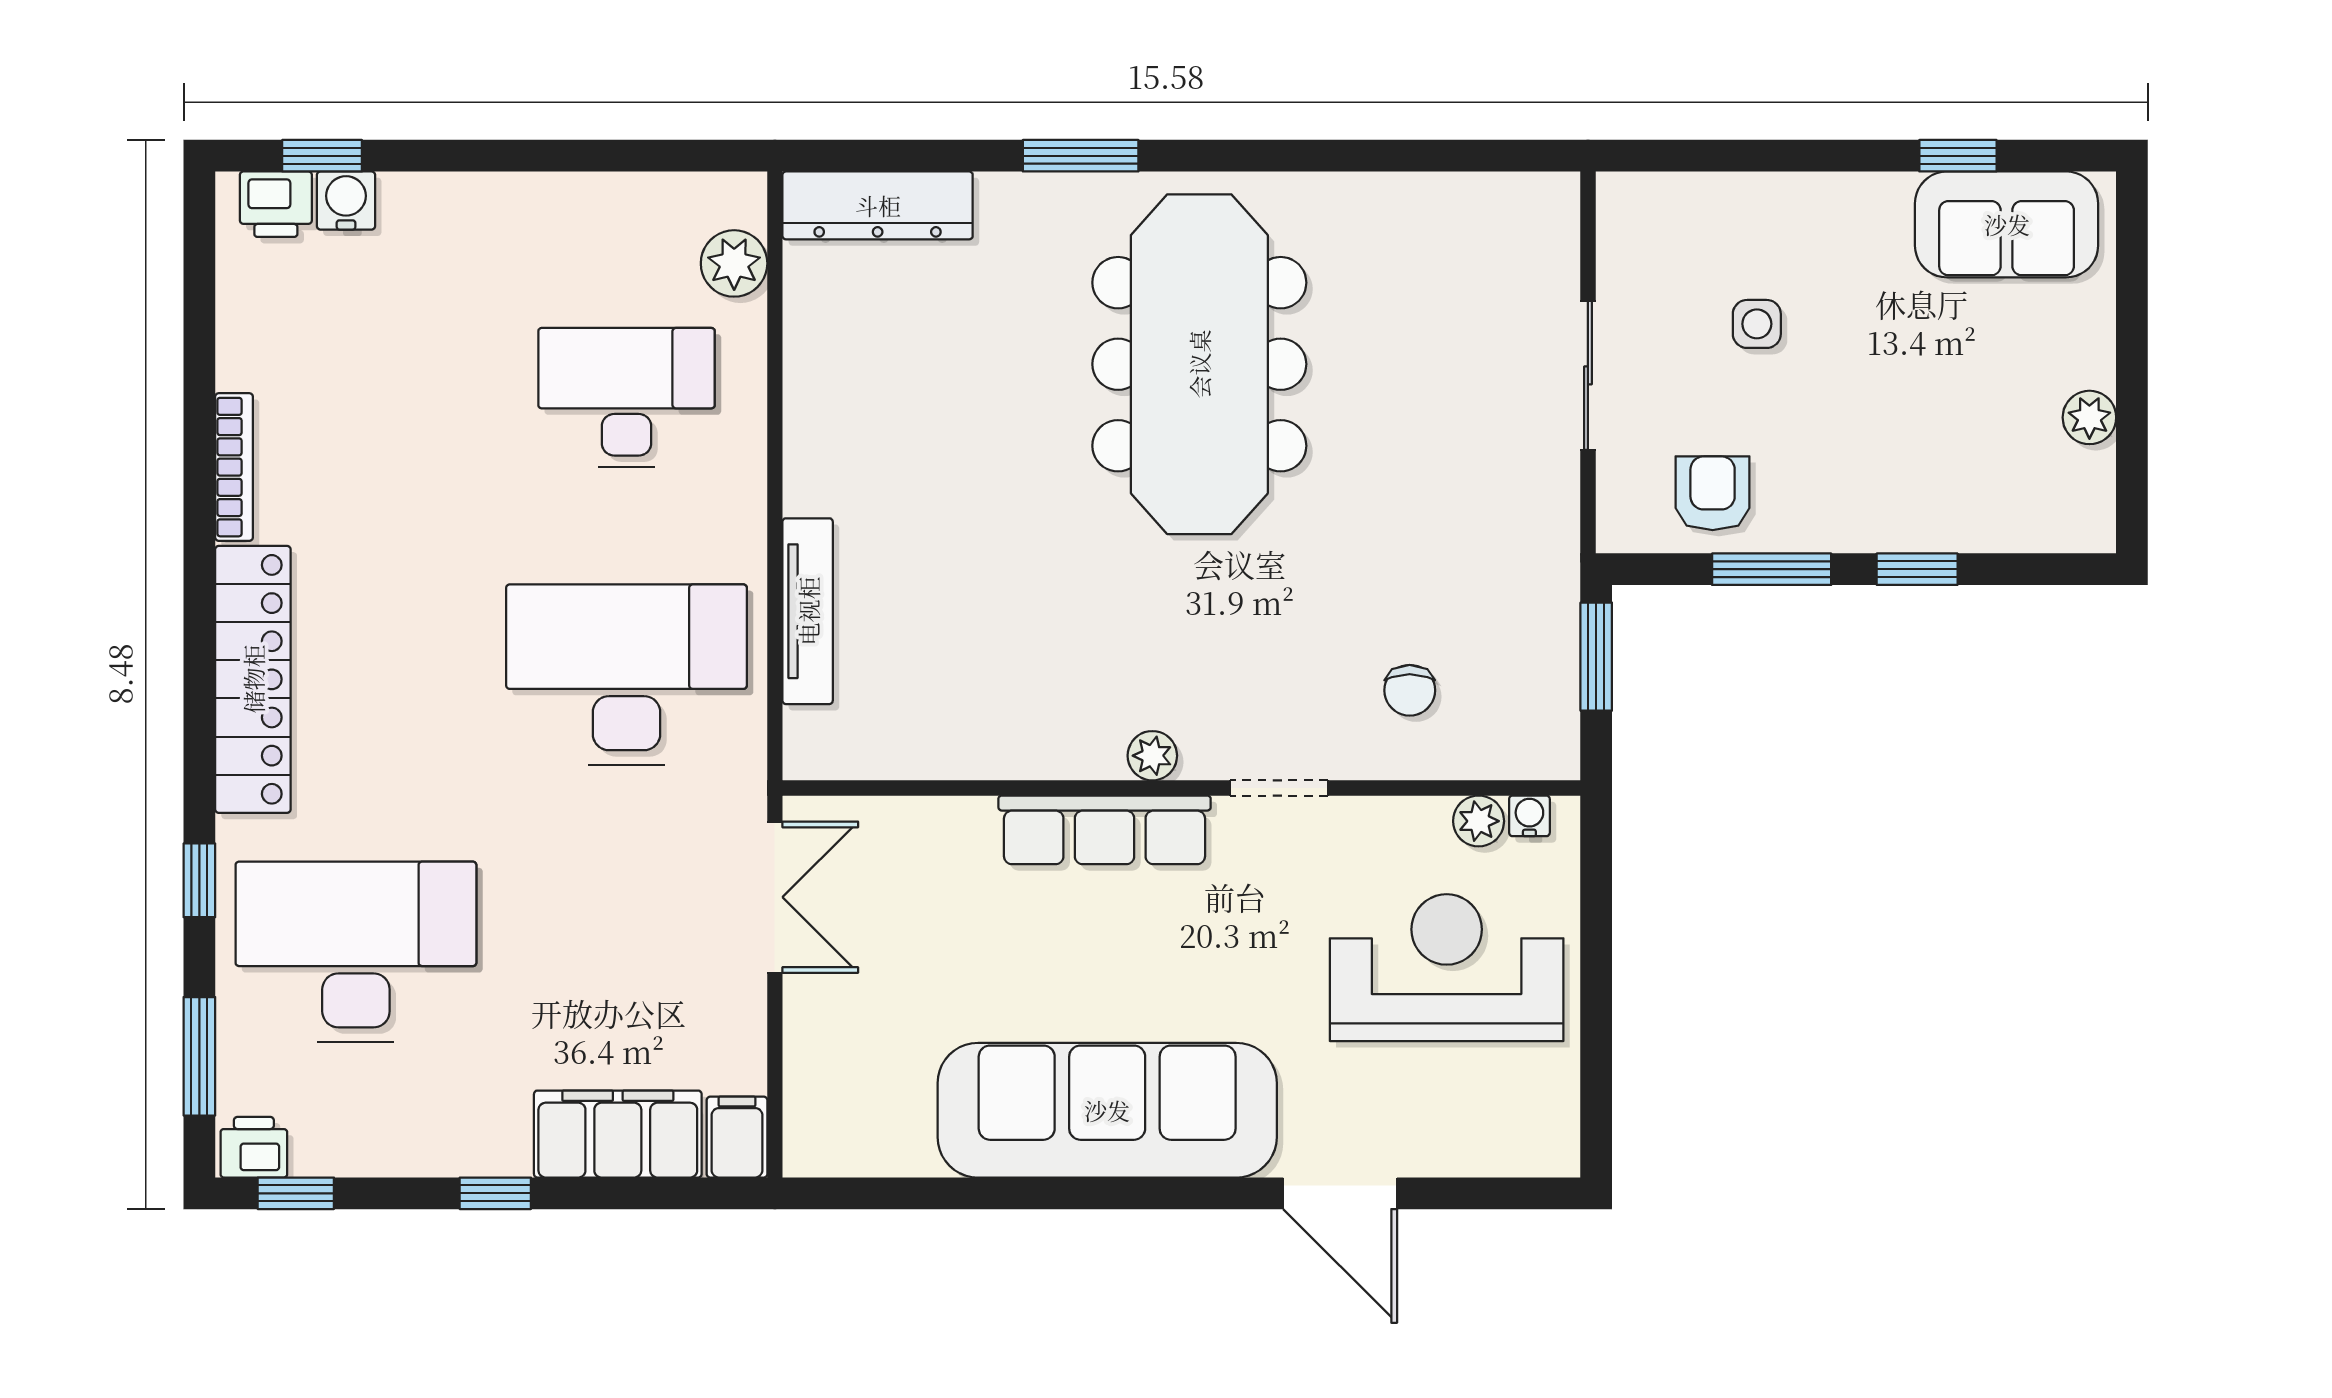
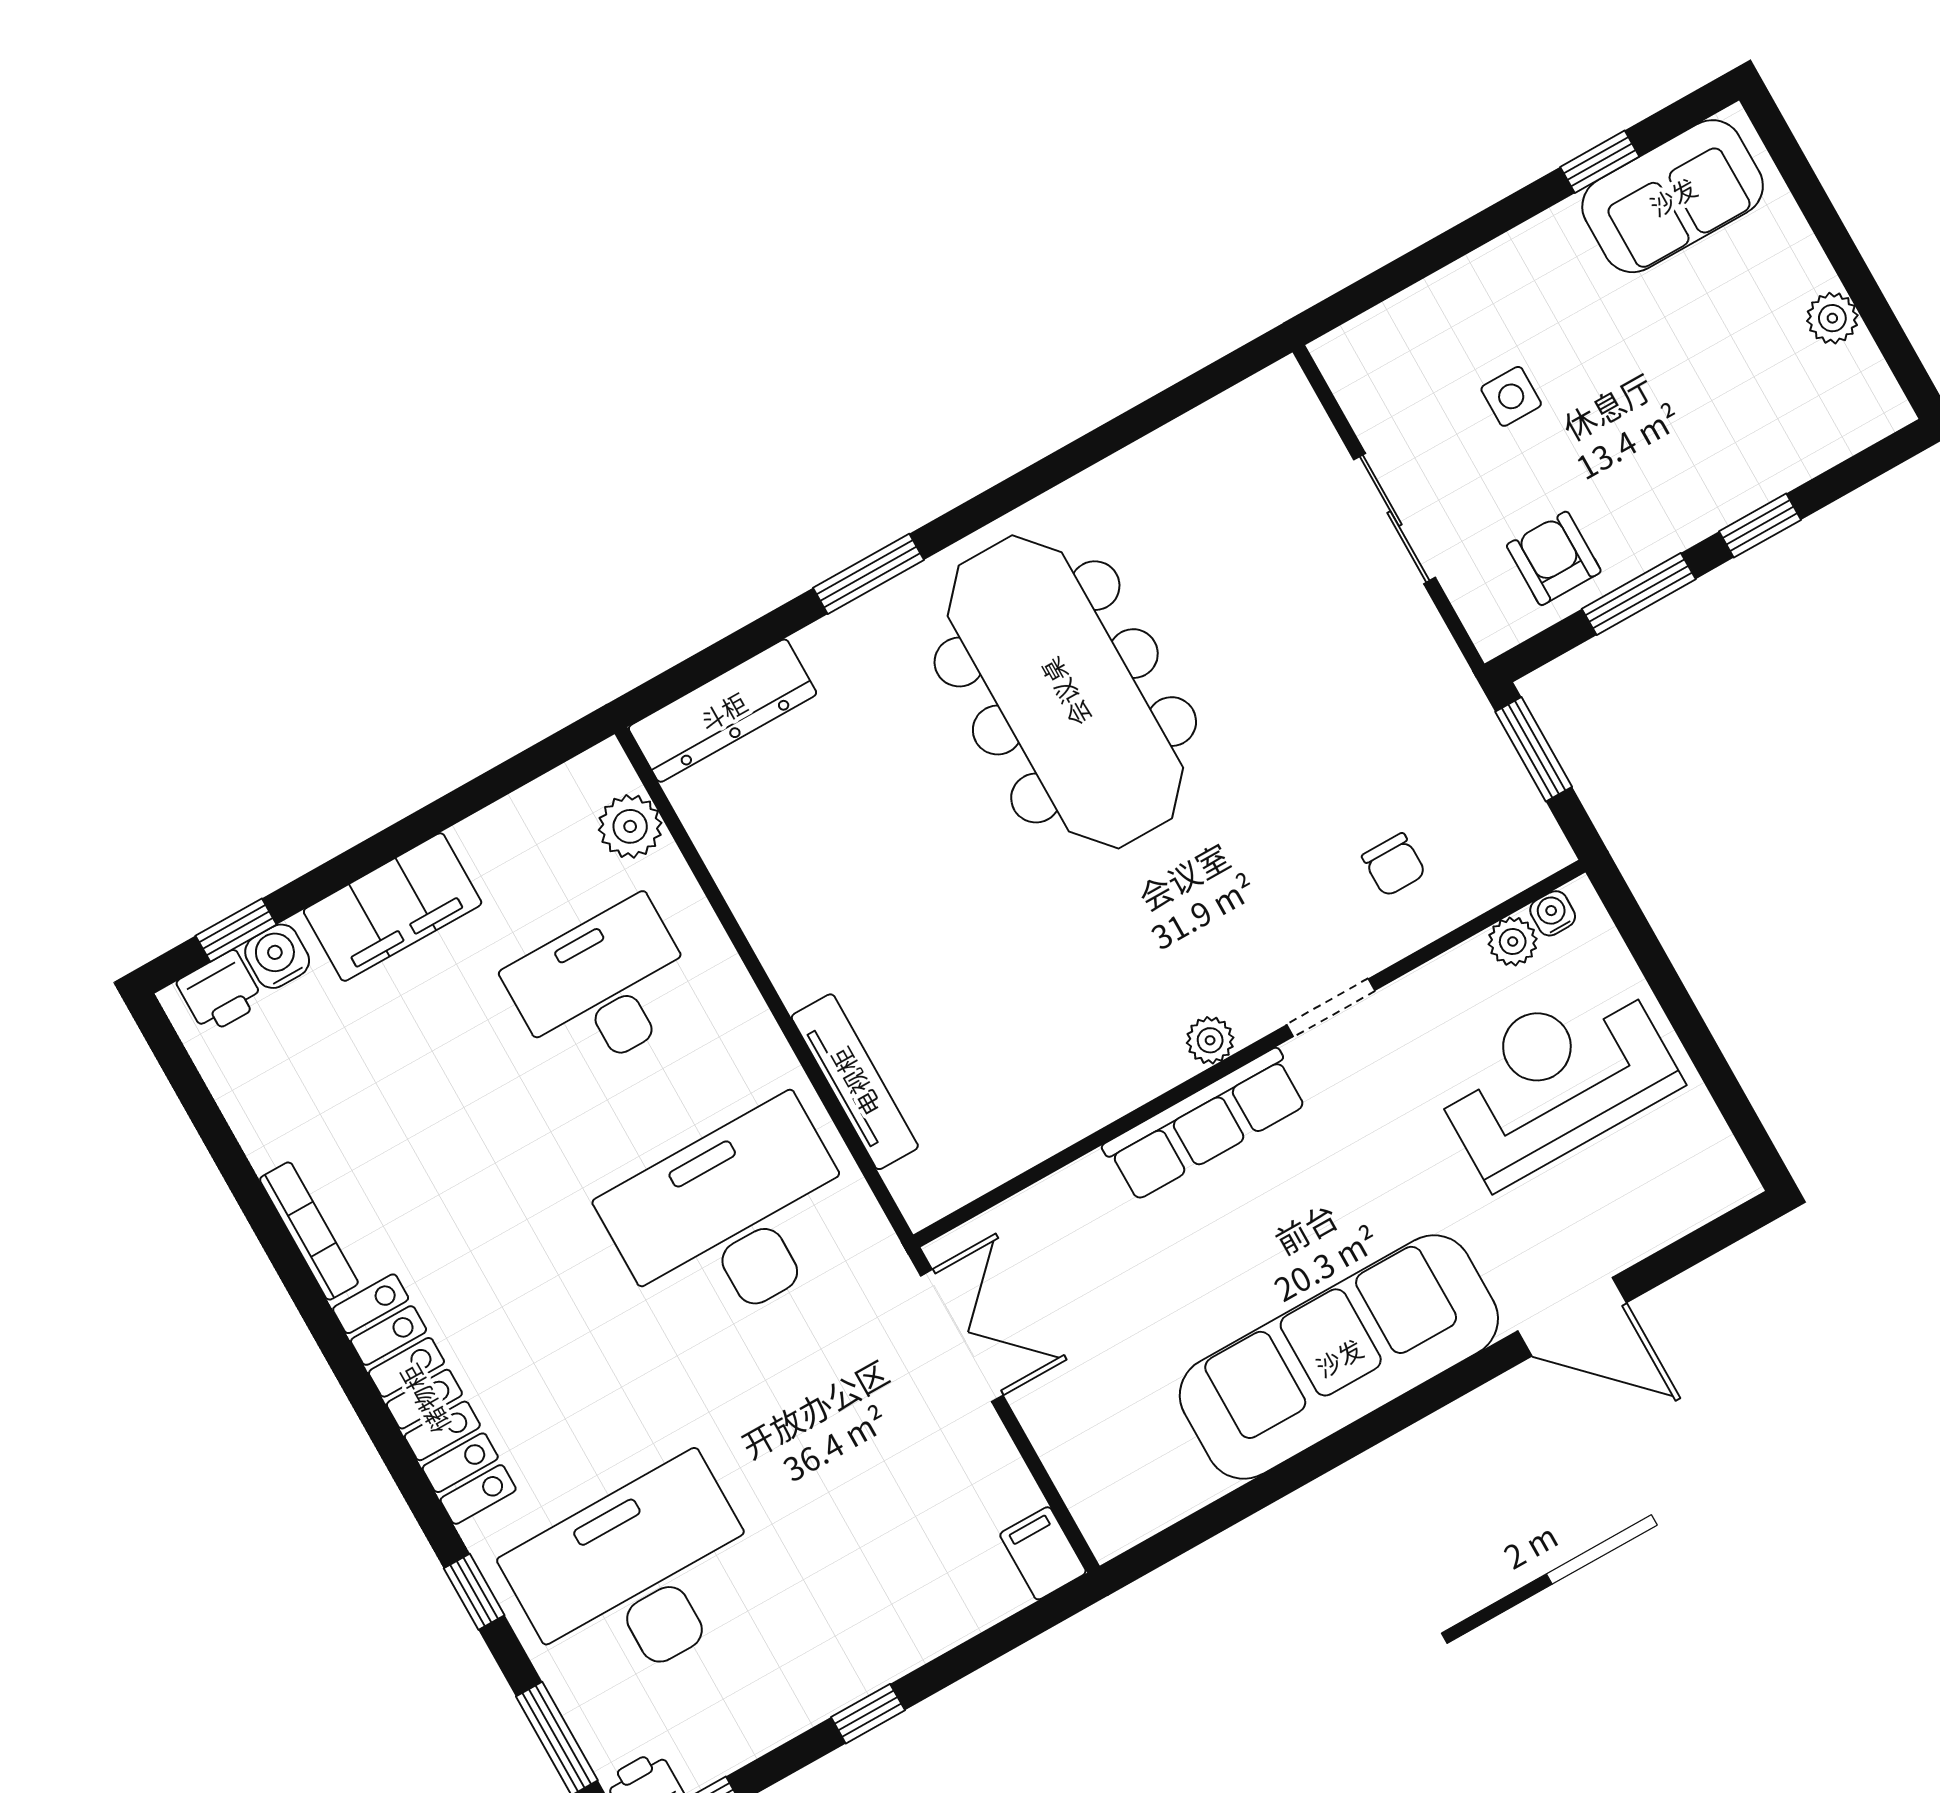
filing cabinet: (618, 1134) -> (393, 907), moved, turned 180

